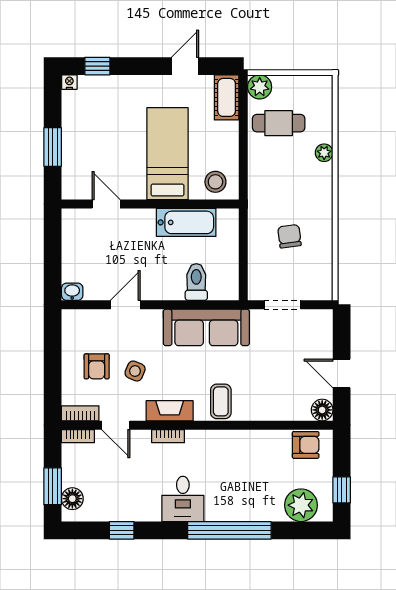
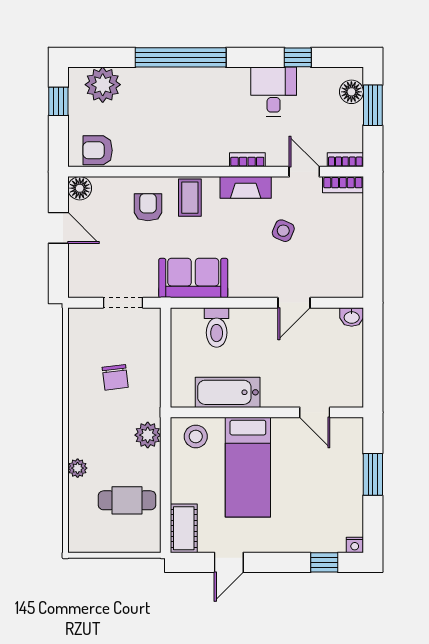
plant: (260, 87) -> (148, 435), moved
sofa: (206, 327) -> (193, 278), width x0.73
armchair: (97, 366) -> (148, 207), moved
desk: (183, 499) -> (274, 92), moved

